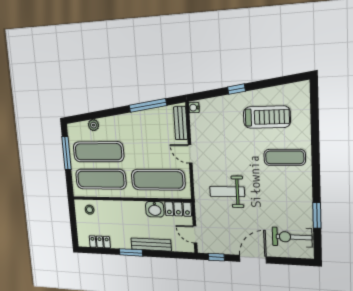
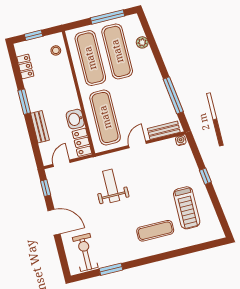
exercise mat: (285, 157) -> (155, 231), turned 90
window: (74, 226) -> (34, 35), added
bench: (151, 245) -> (40, 127), width x0.73

